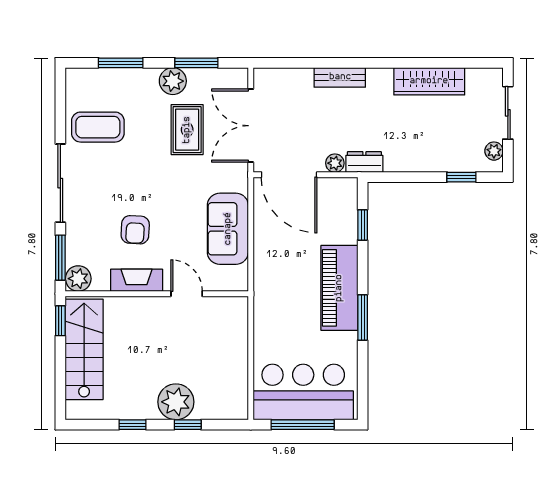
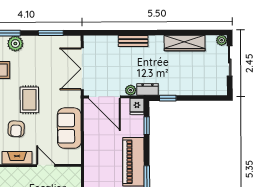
plant: (173, 81) -> (15, 44), moved
rug: (187, 130) -> (29, 100), moved
plant: (494, 151) -> (222, 40), moved
window: (461, 177) -> (168, 98), moved
fridge: (346, 191) -> (137, 106), added

